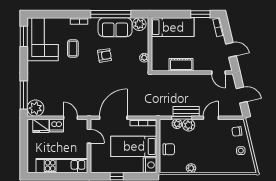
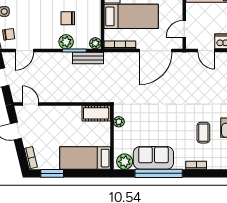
armchair: (105, 55) -> (166, 124), removed
cot: (181, 65) -> (96, 113), moved
bench: (186, 111) -> (88, 58), moved
door: (211, 118) -> (24, 51), moved
plant: (177, 124) -> (95, 43), moved
door: (89, 136) -> (184, 29), hinge flipped
chair: (169, 149) -> (68, 18), moved

